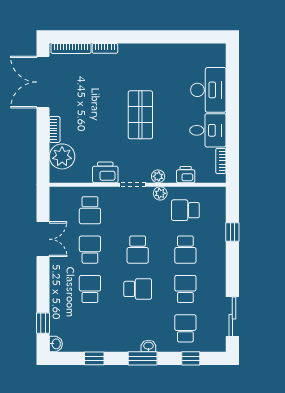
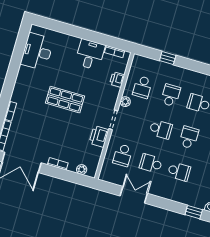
desk: (208, 90) -> (37, 52), moved, turned -90
plant: (62, 156) -> (82, 169), width x0.53, depth x0.53
plant: (158, 176) -> (113, 100), removed
school desk: (90, 210) -> (123, 155), turned 90
school desk: (185, 250) -> (171, 95), turned -90
school desk: (90, 289) -> (179, 171), turned 180

